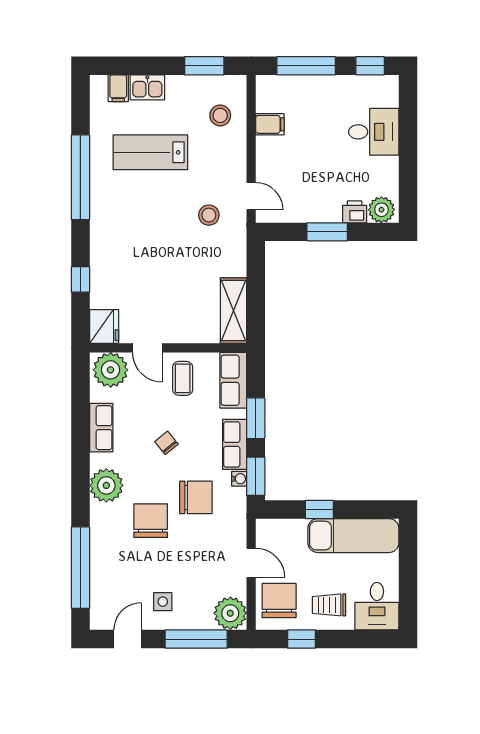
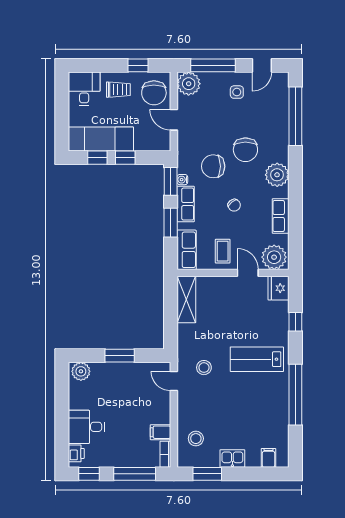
kitchen sink: (147, 87) -> (232, 459), moved
bookcase: (263, 93) -> (165, 454), added
lab bench: (150, 152) -> (257, 359), moved, turned 180
printer: (355, 212) -> (76, 453), moved, turned -90
window: (358, 509) -> (97, 158), added

